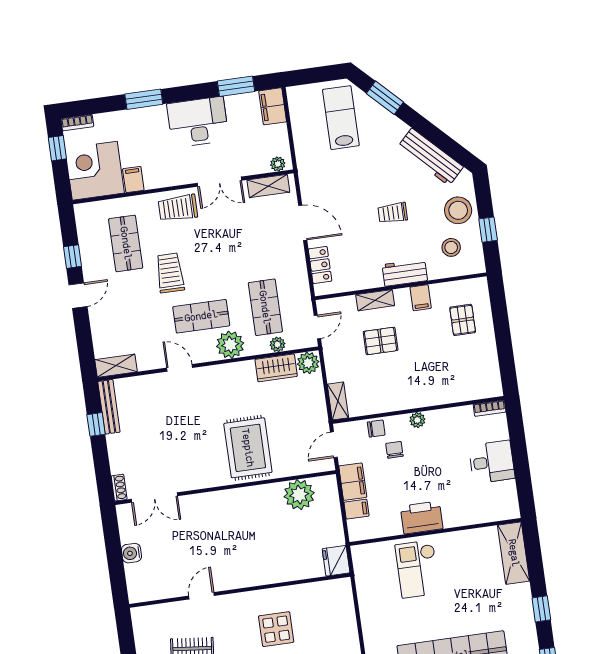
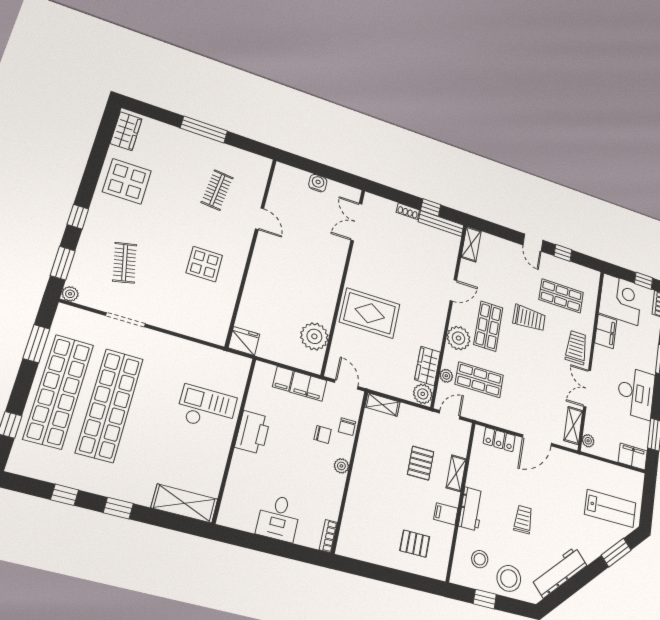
filing cabinet: (133, 180) -> (606, 331), width x2.00
door: (317, 327) -> (450, 415), swing flipped
shoe rack: (119, 488) -> (408, 211), moved

